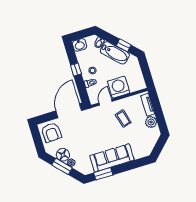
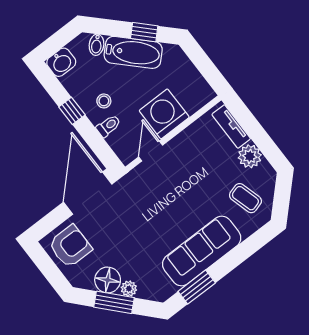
coffee table: (123, 119) -> (245, 198), moved
armchair: (51, 132) -> (70, 246), turned -87

